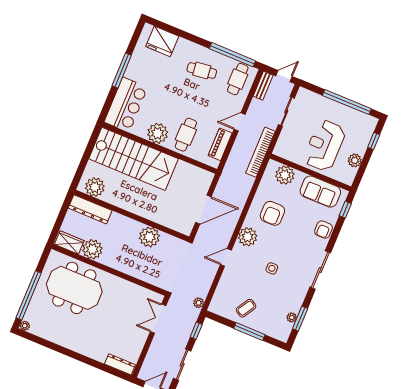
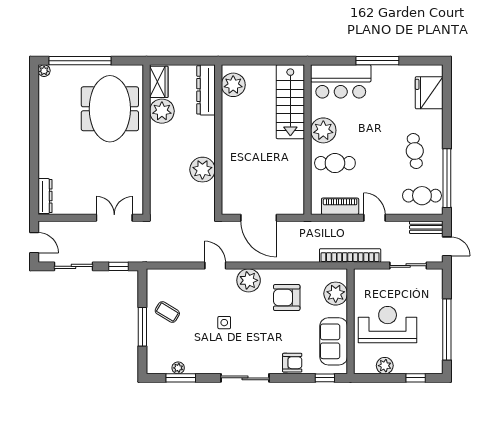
stairs: (133, 159) -> (290, 102), width x0.73, depth x0.66
armchair: (323, 230) -> (292, 363), turned 180
plant: (199, 303) -> (151, 256), removed

